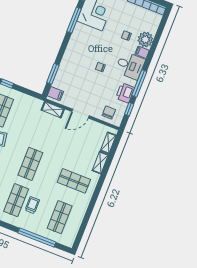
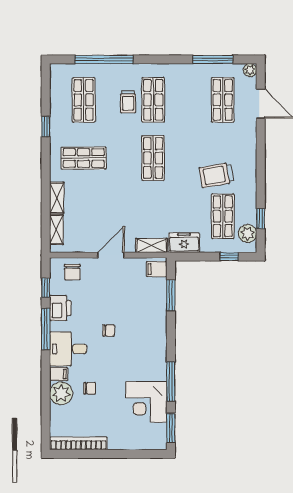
freezer: (32, 103) -> (184, 243), added
window: (90, 210) -> (46, 127), added

